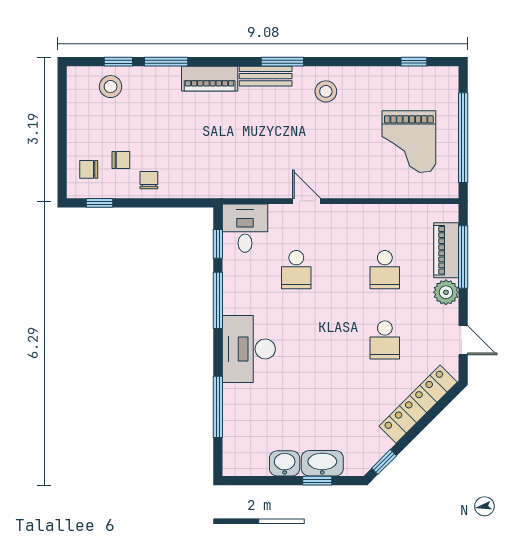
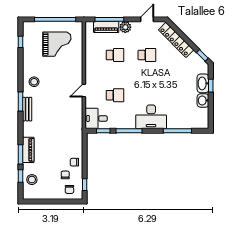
piano: (210, 79) -> (28, 150), moved

